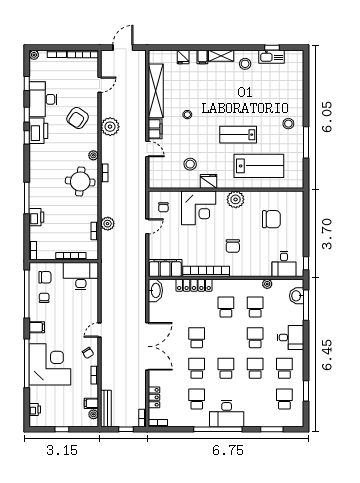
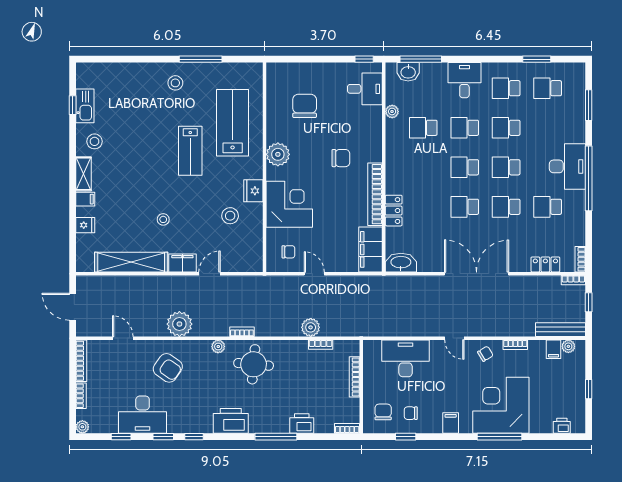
printer: (38, 131) -> (231, 421), moved
desk: (81, 276) -> (406, 358), moved, turned 90
locker: (194, 285) -> (394, 211), width x0.66
window: (27, 294) -> (406, 437), width x0.32
school desk: (226, 307) -> (465, 167), moved
window: (27, 363) -> (499, 437), width x0.68

